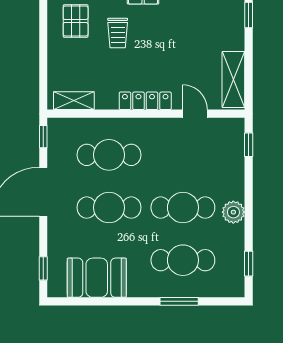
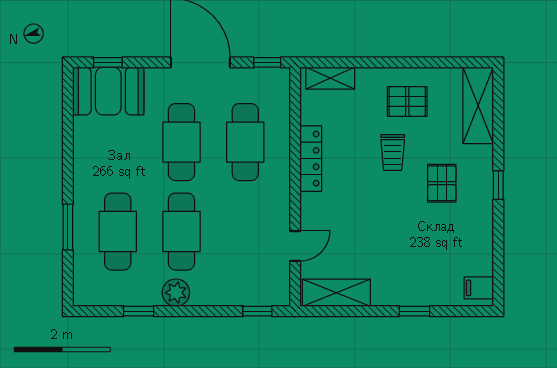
trolley: (118, 33) -> (393, 152), turned -90
shelving: (74, 101) -> (330, 78), moved, turned 90
locker: (145, 101) -> (311, 159), moved
window: (249, 264) -> (139, 311), moved
booth: (97, 278) -> (108, 91), moved, turned 90

